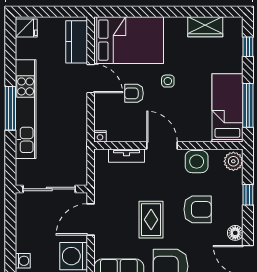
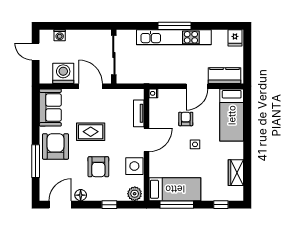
bed: (129, 40) -> (232, 115), width x0.67

